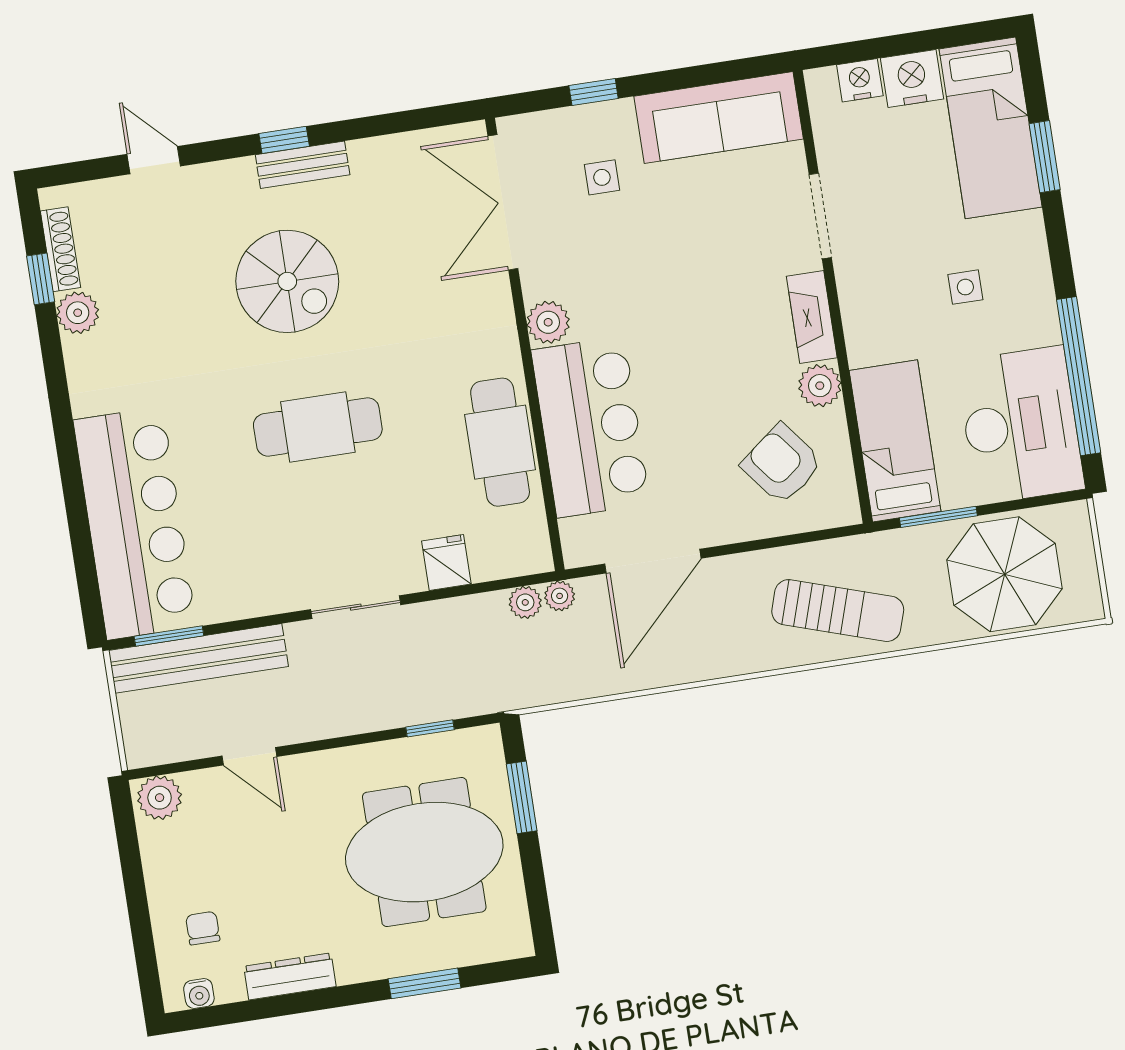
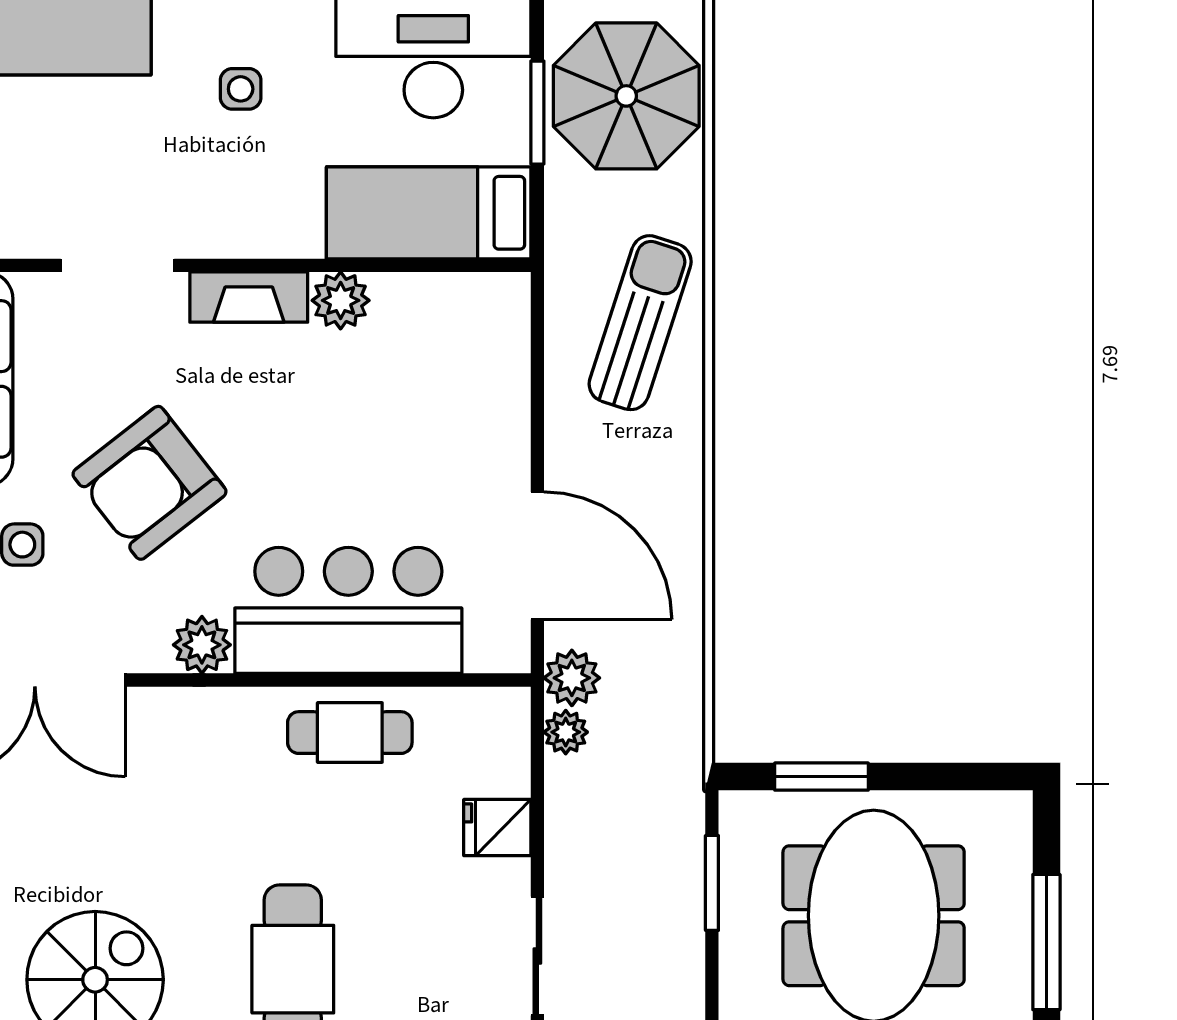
cafe table: (500, 442) -> (350, 733), width x0.73, depth x0.74
armchair: (782, 464) -> (149, 483), moved, width x1.36, depth x1.36
window: (938, 517) -> (537, 113), moved
plant: (560, 596) -> (572, 678), width x1.38, depth x1.38
window: (430, 728) -> (712, 883), width x1.50
window: (425, 983) -> (1046, 942), width x1.44

